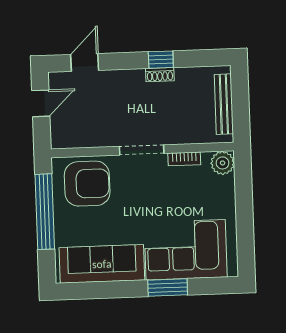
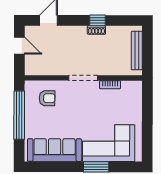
door: (41, 103) -> (19, 46), hinge flipped
plant: (223, 163) -> (135, 88), removed
armchair: (87, 184) -> (47, 98), width x0.53, depth x0.53

